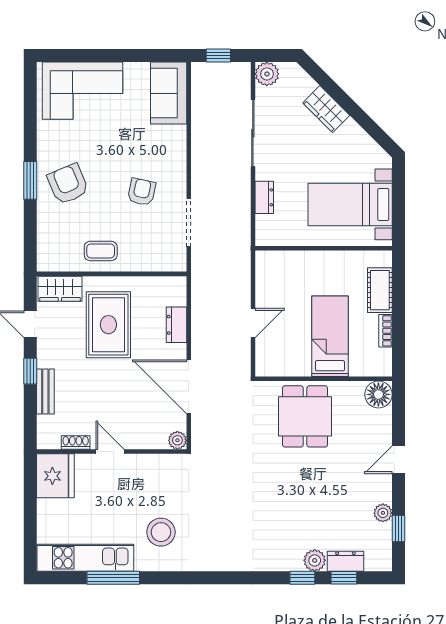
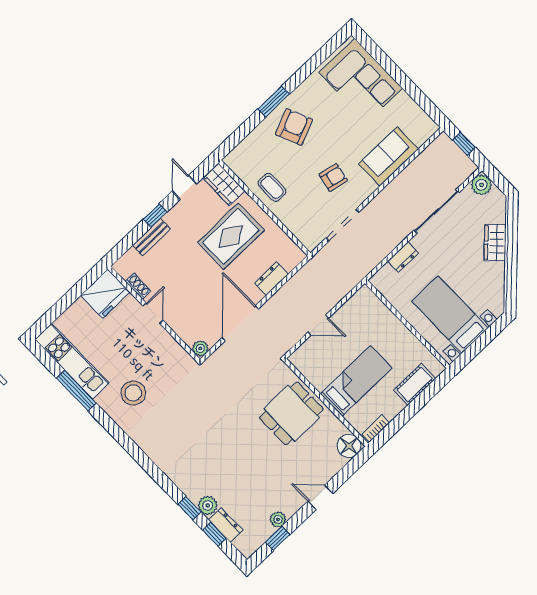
sofa: (169, 93) -> (389, 156), moved
bookcase: (385, 331) -> (376, 429), moved

